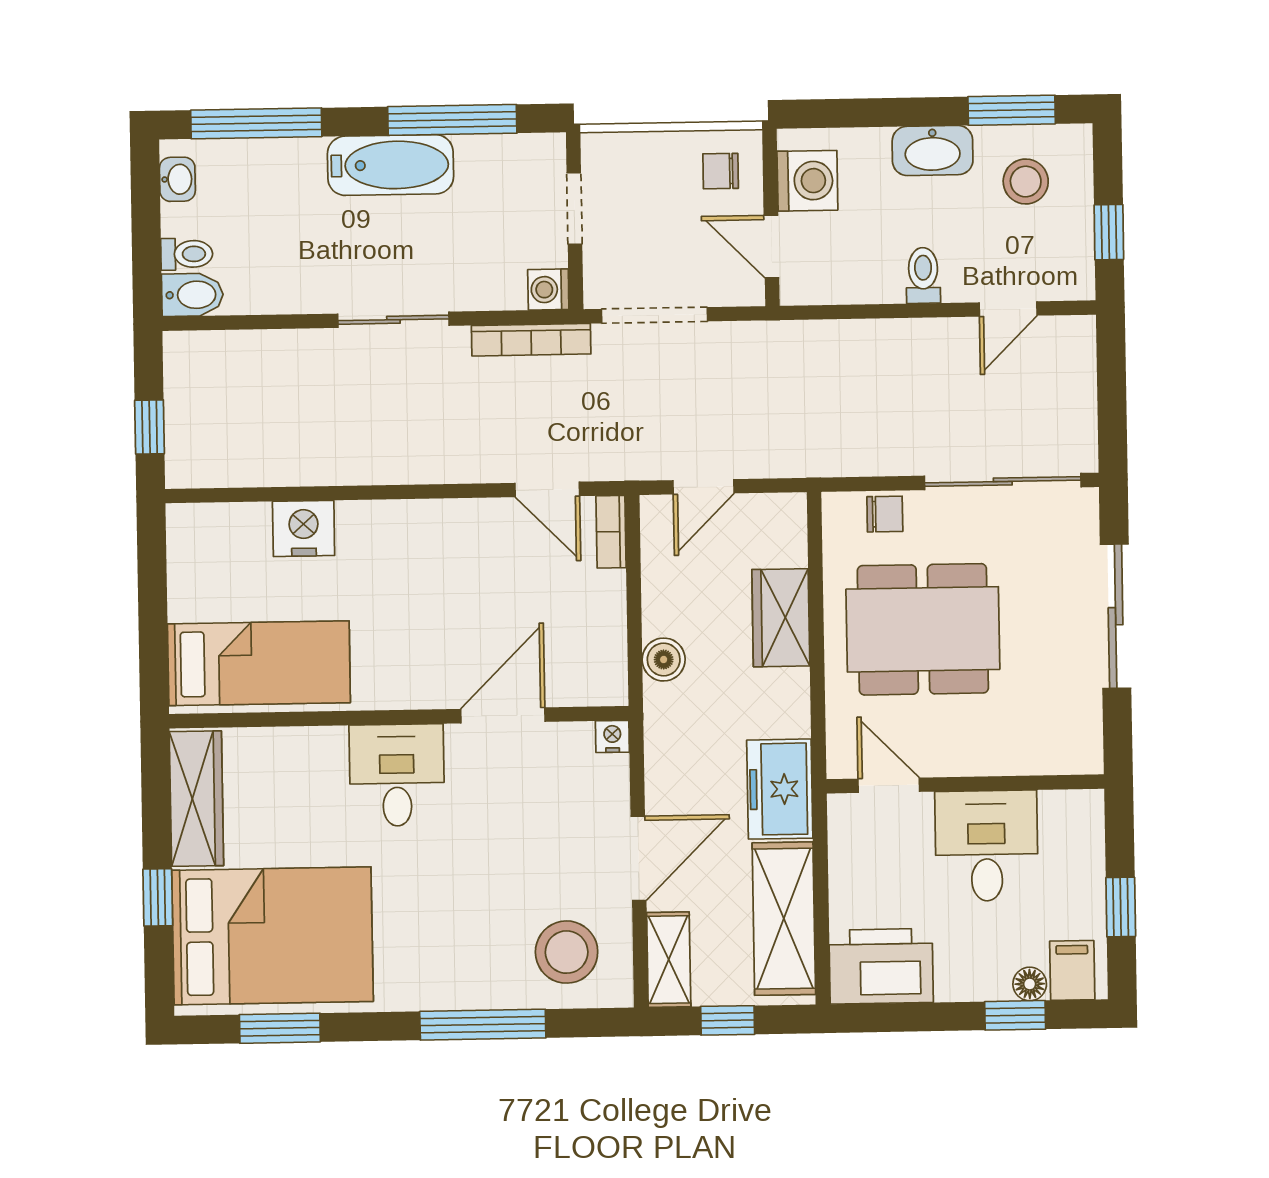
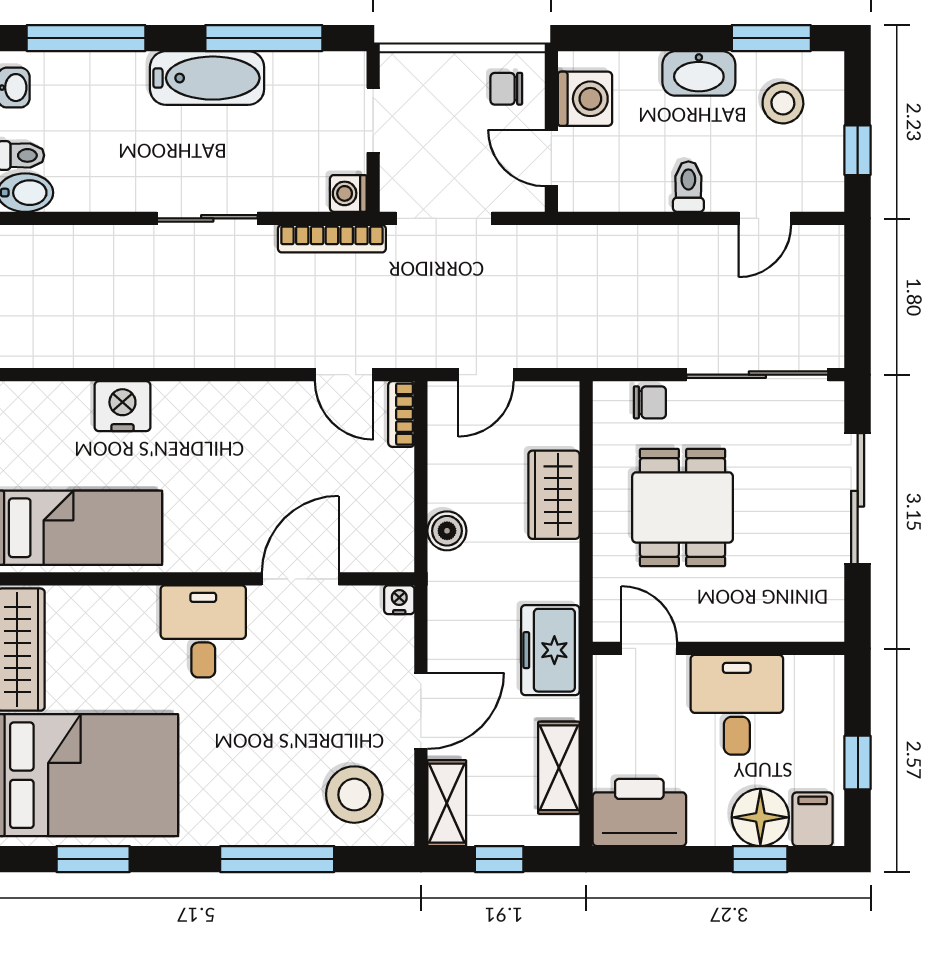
dining table: (923, 629) -> (683, 507), width x0.73
shelving: (784, 919) -> (559, 768), width x0.67, depth x0.75
floor lamp: (1030, 984) -> (760, 817), width x1.89, depth x1.89

